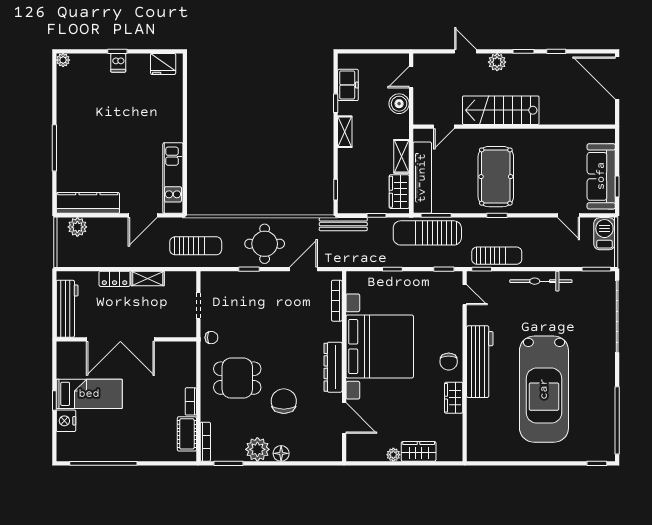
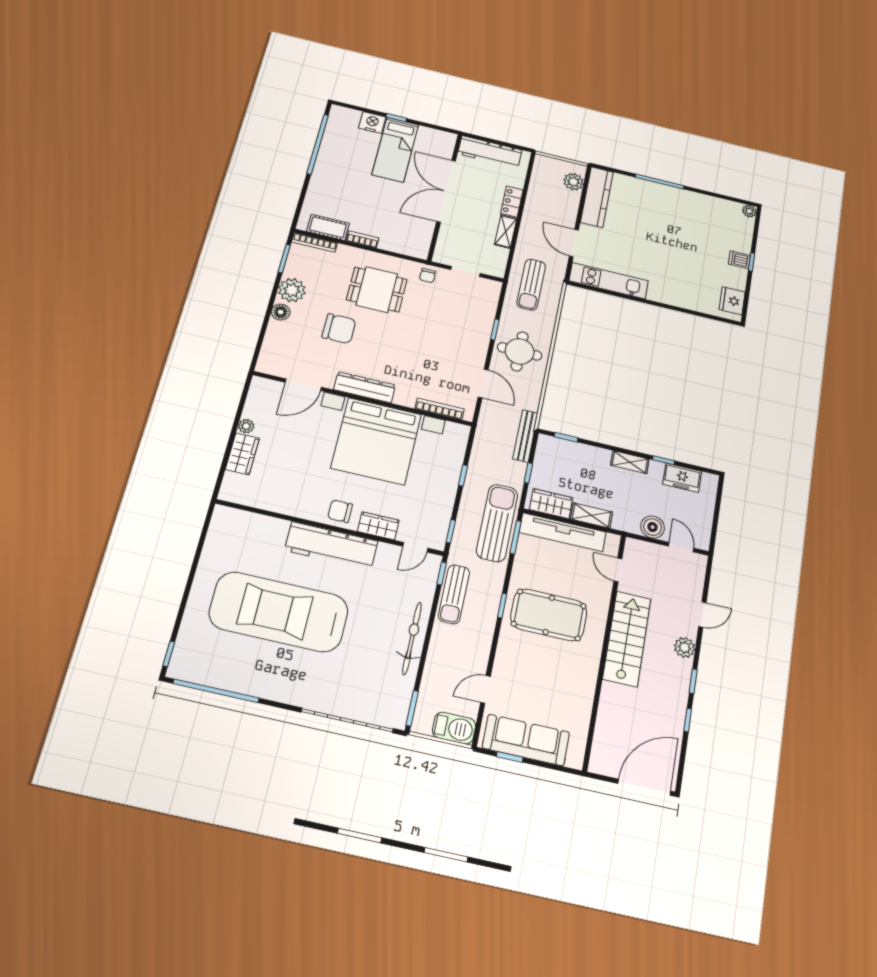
dining table: (237, 378) -> (377, 290), turned 90
wardrobe: (454, 398) -> (378, 526), moved

